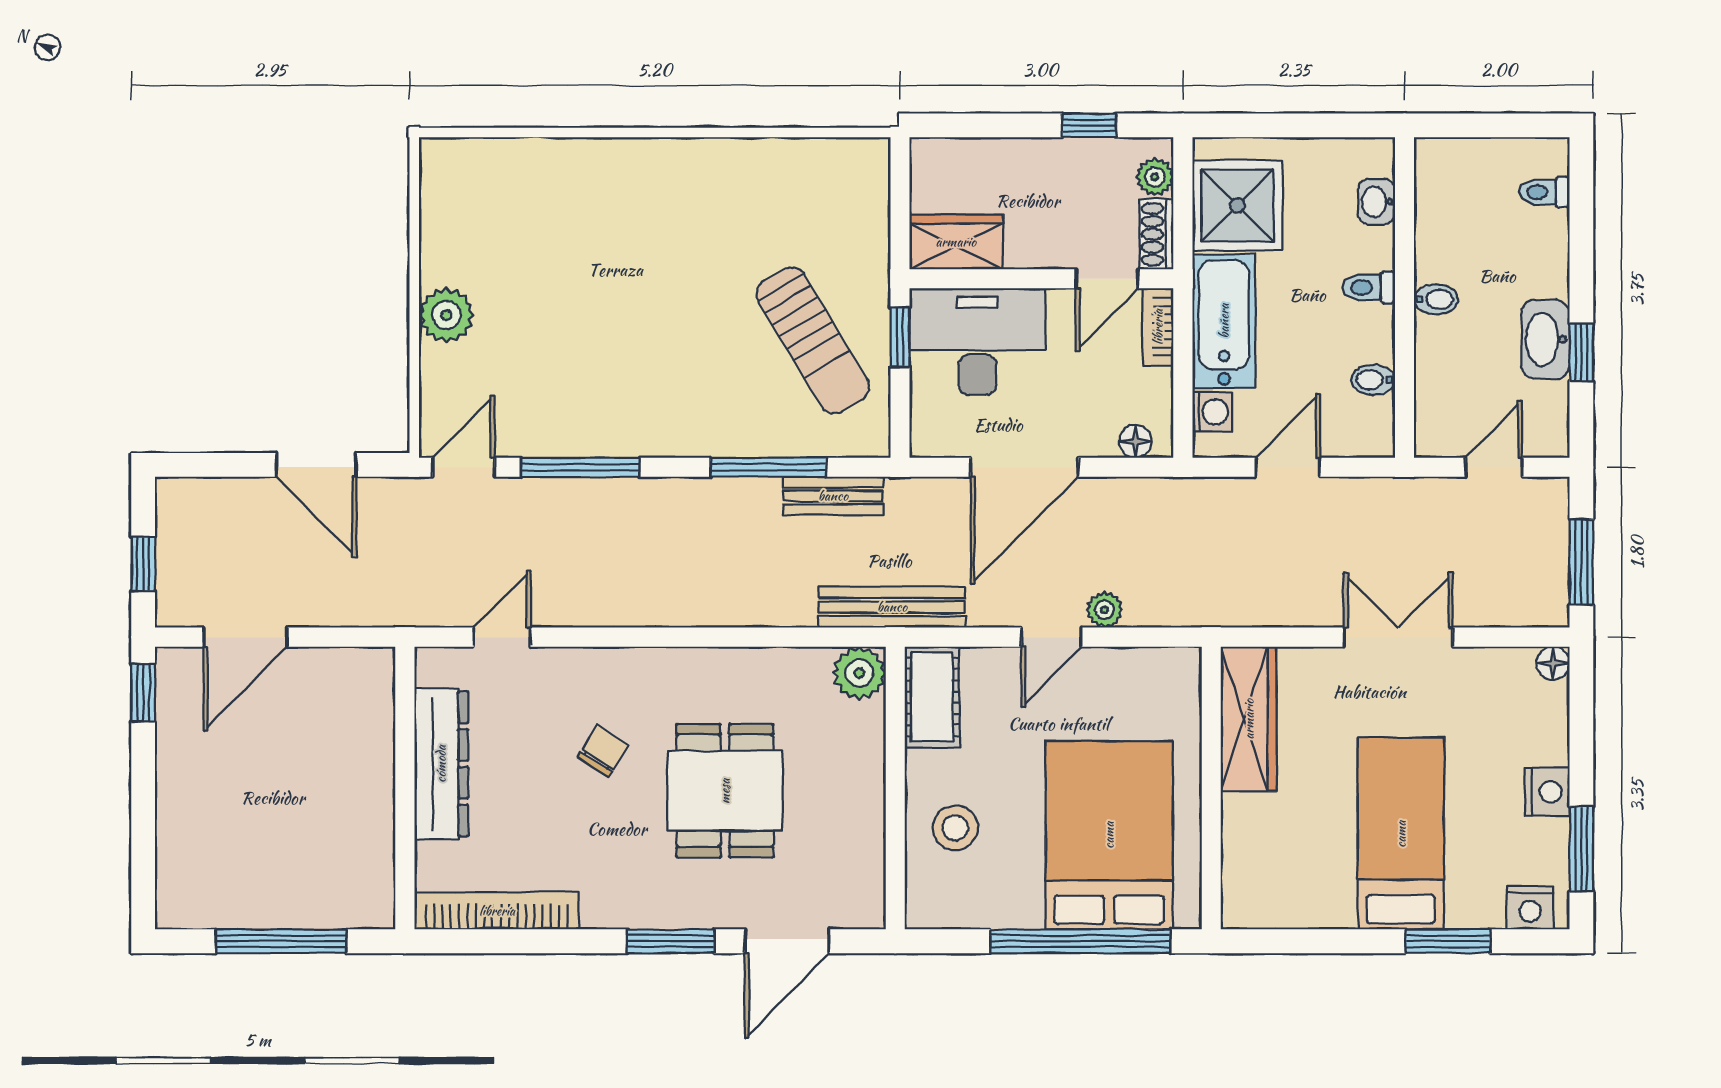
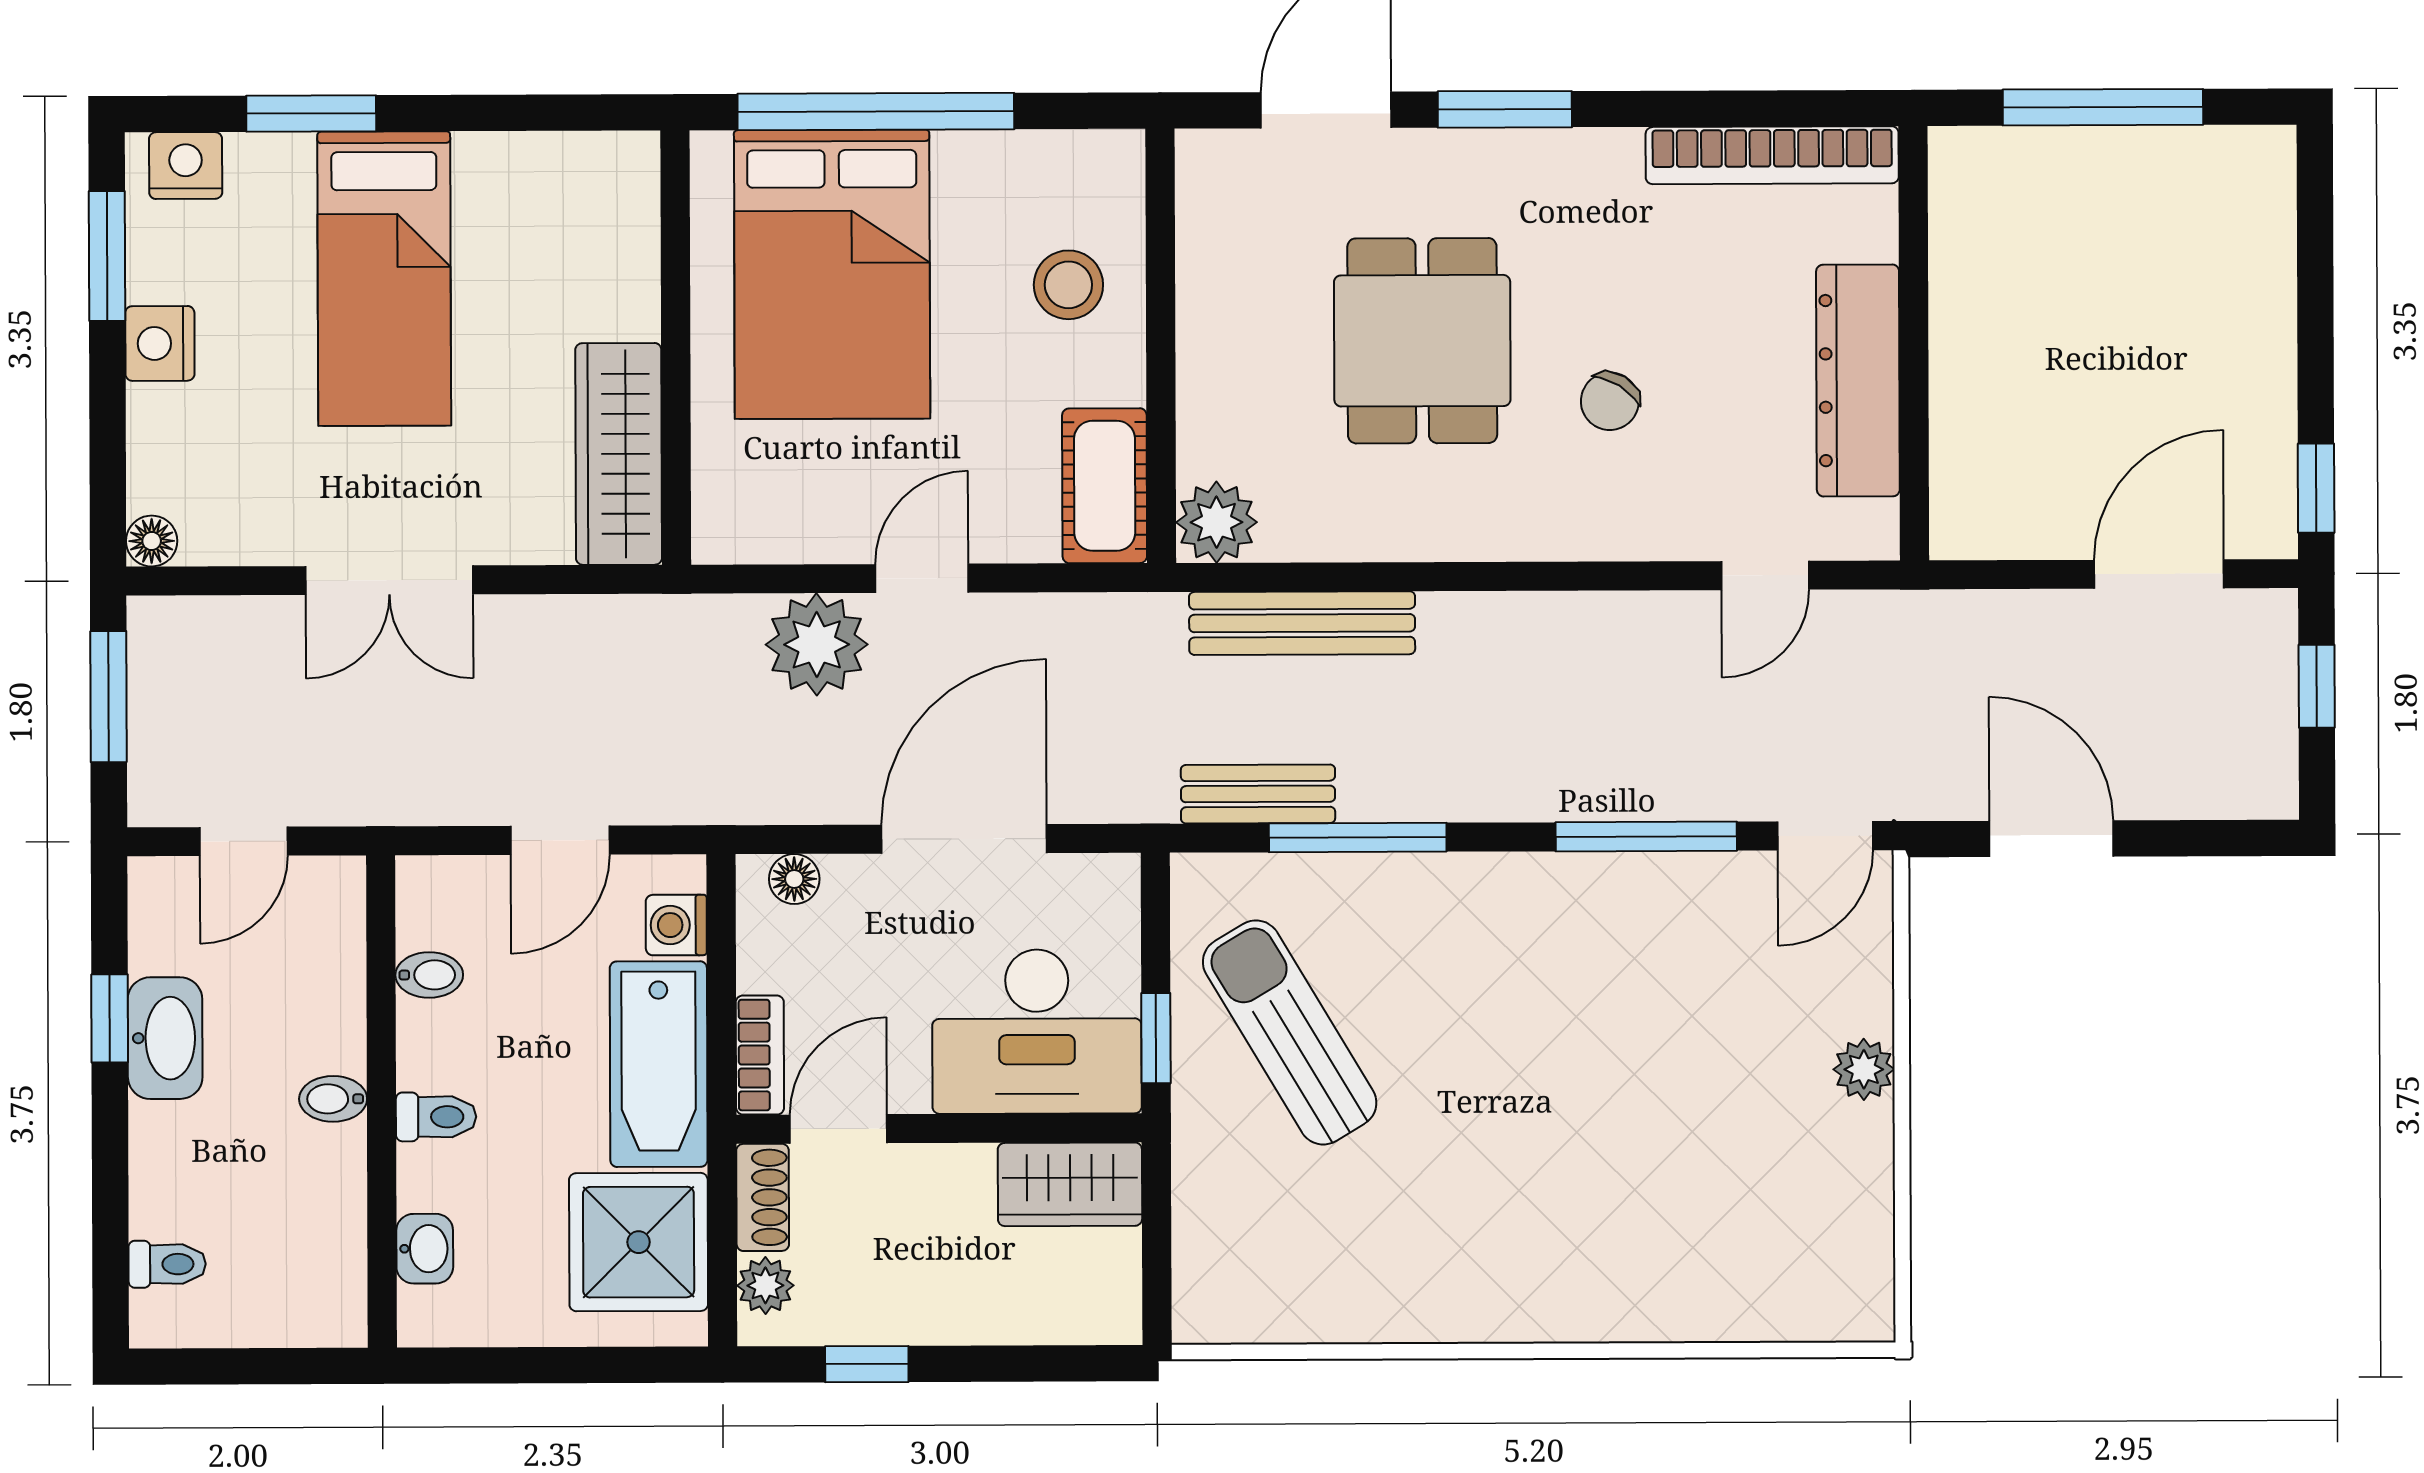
plant: (446, 315) -> (1864, 1069), width x0.73, depth x0.73
bench: (892, 607) -> (1302, 623), moved
plant: (1104, 610) -> (817, 644), width x1.88, depth x1.88

